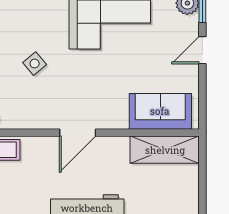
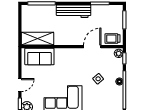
door: (78, 133) -> (92, 47), moved

